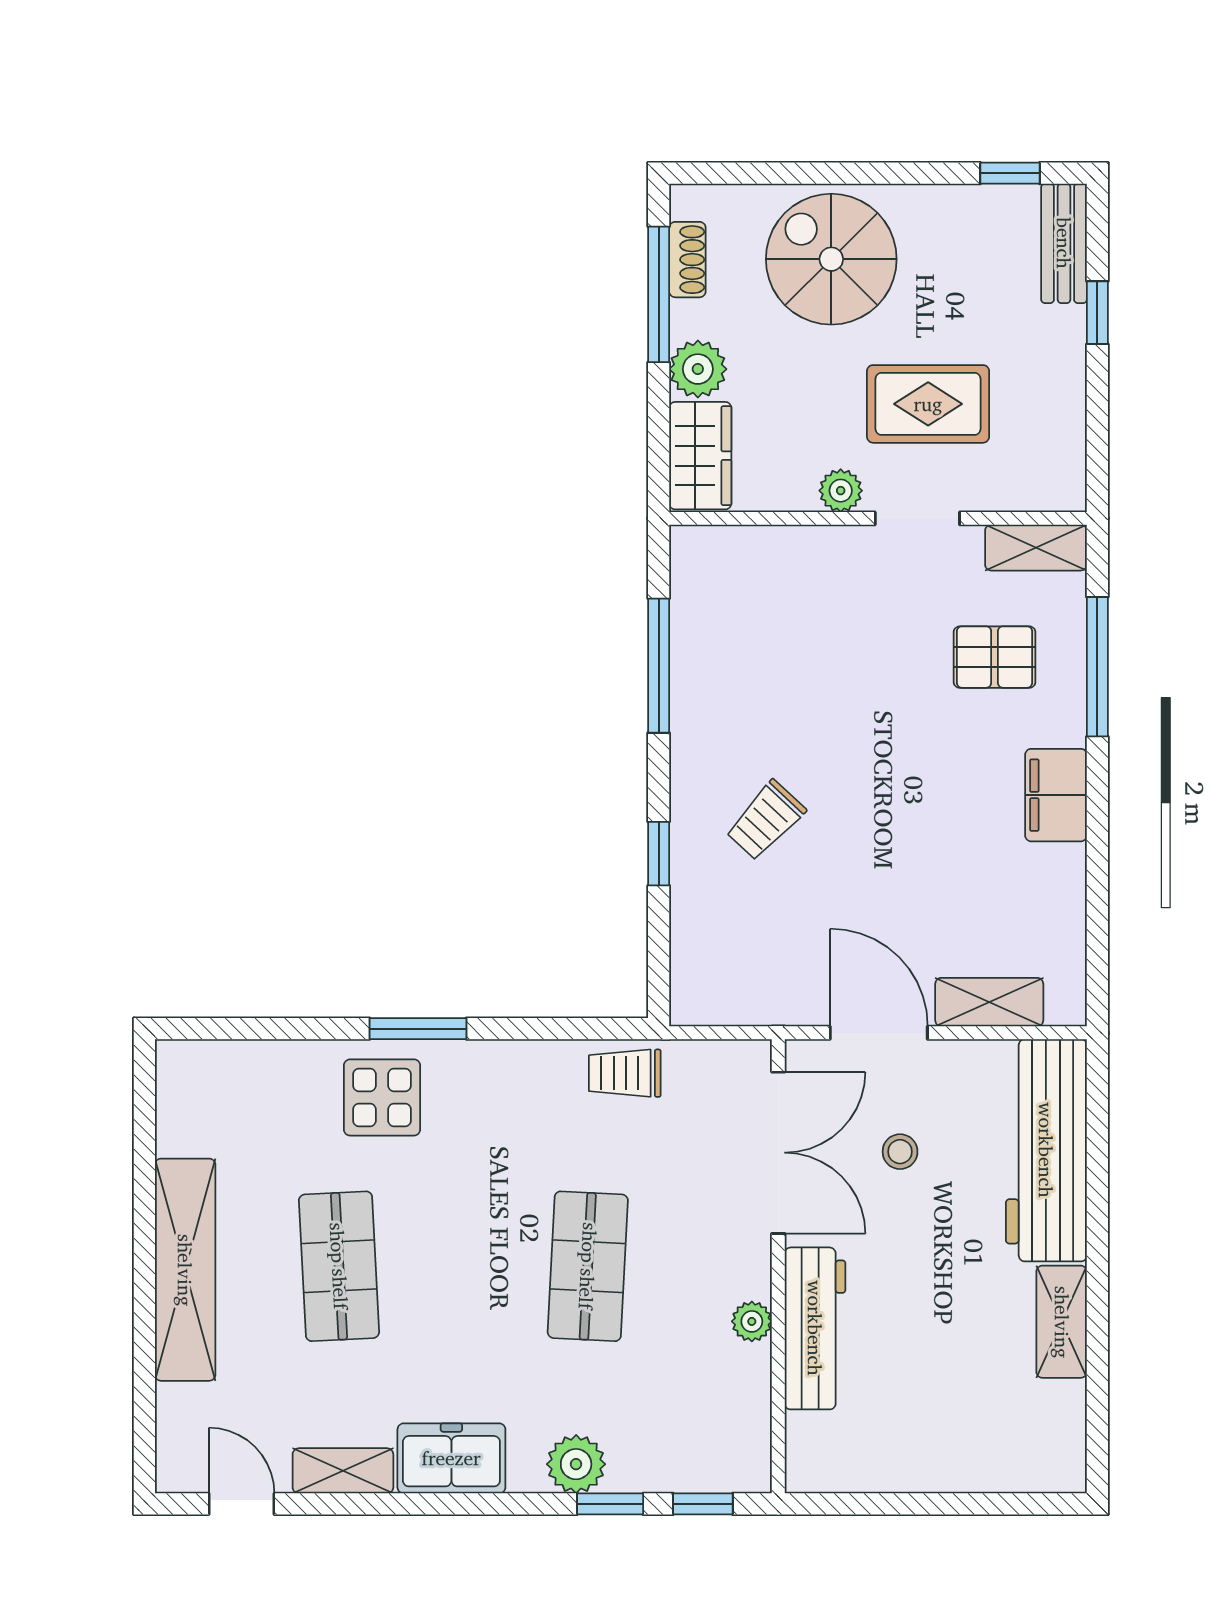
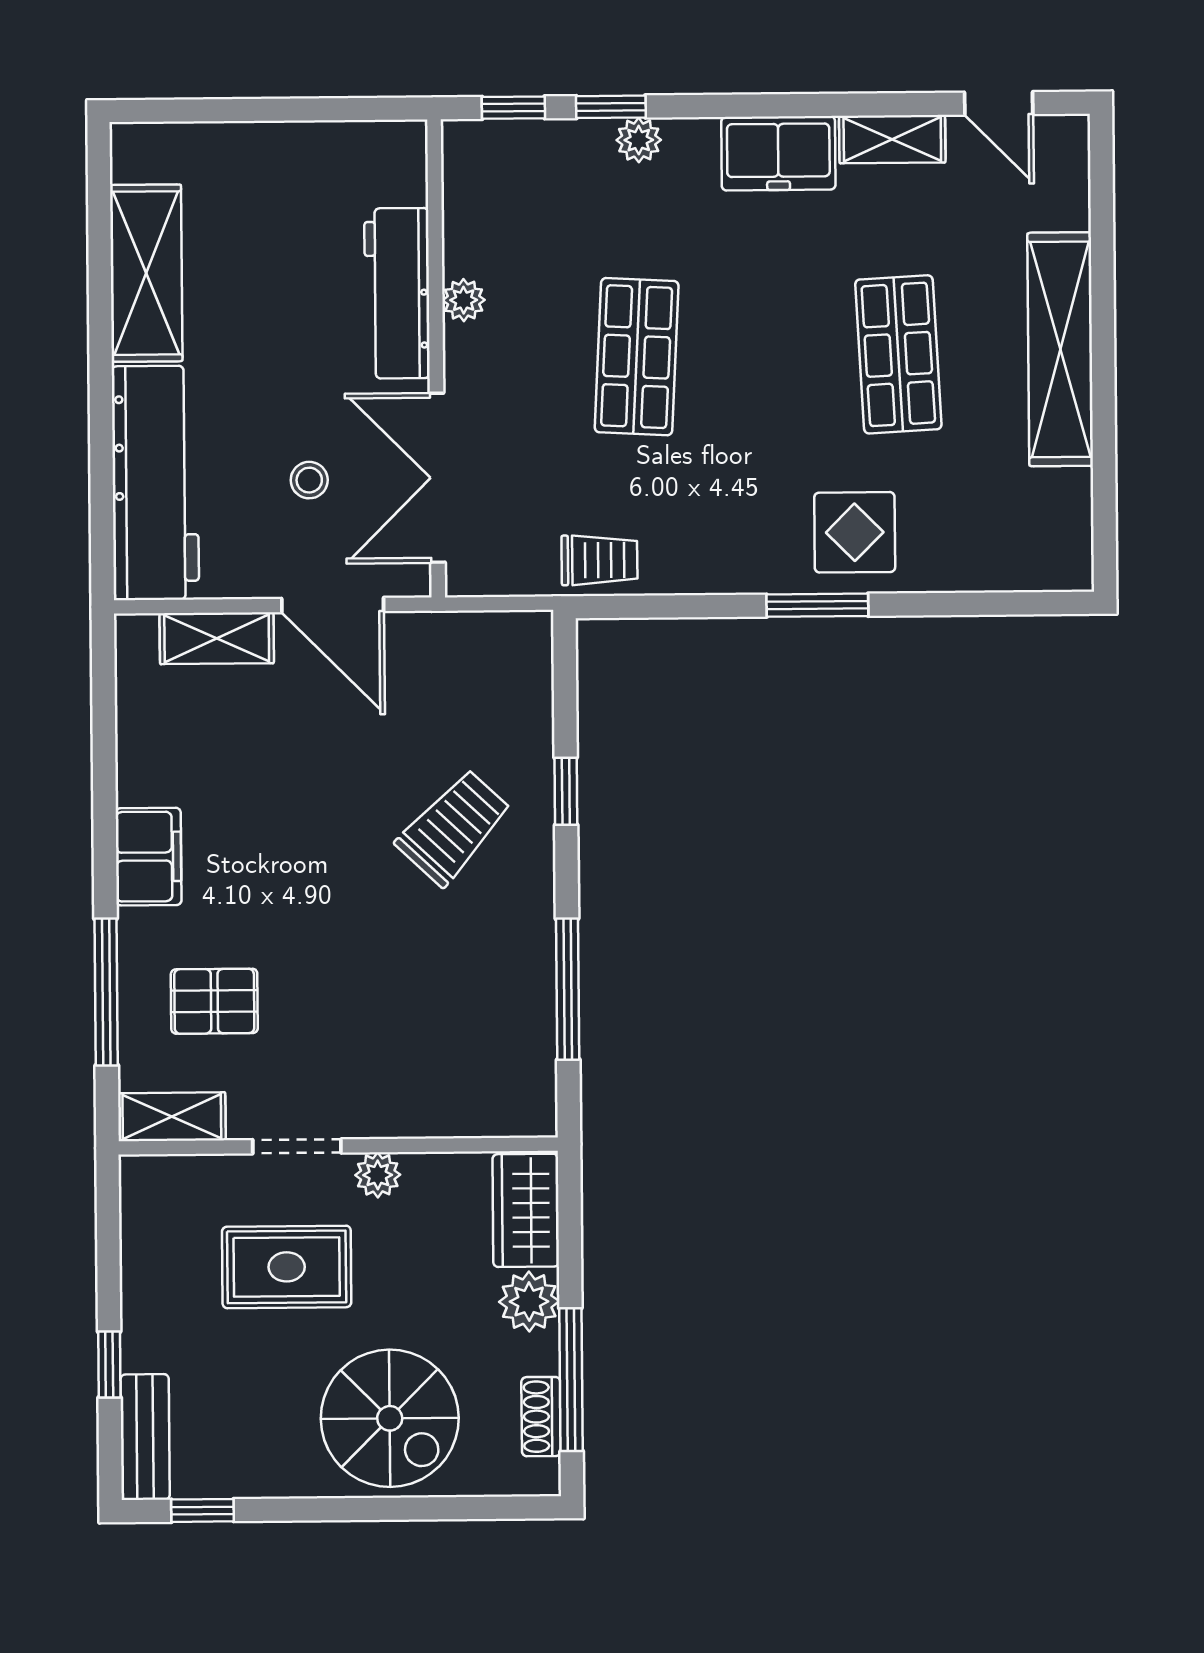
trolley: (766, 820) -> (454, 827), width x1.36, depth x1.39
shelving: (1062, 1322) -> (146, 273), width x1.50, depth x1.33
plant: (576, 1464) -> (639, 140), width x0.73, depth x0.73

